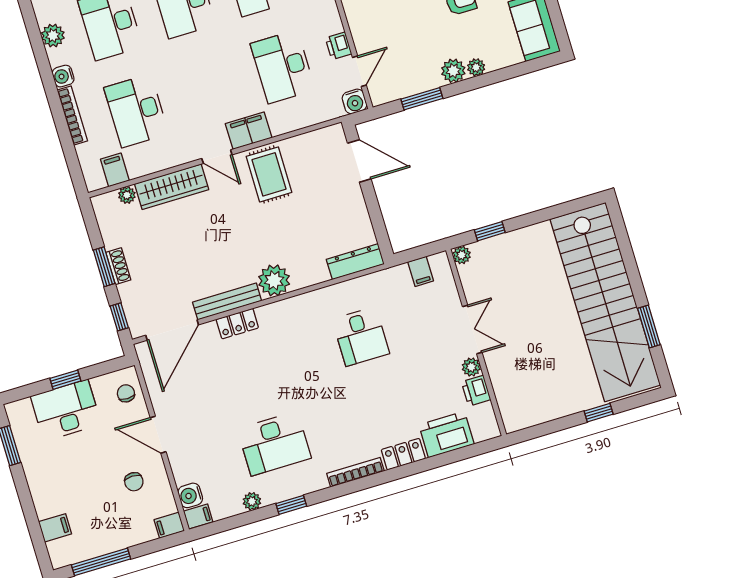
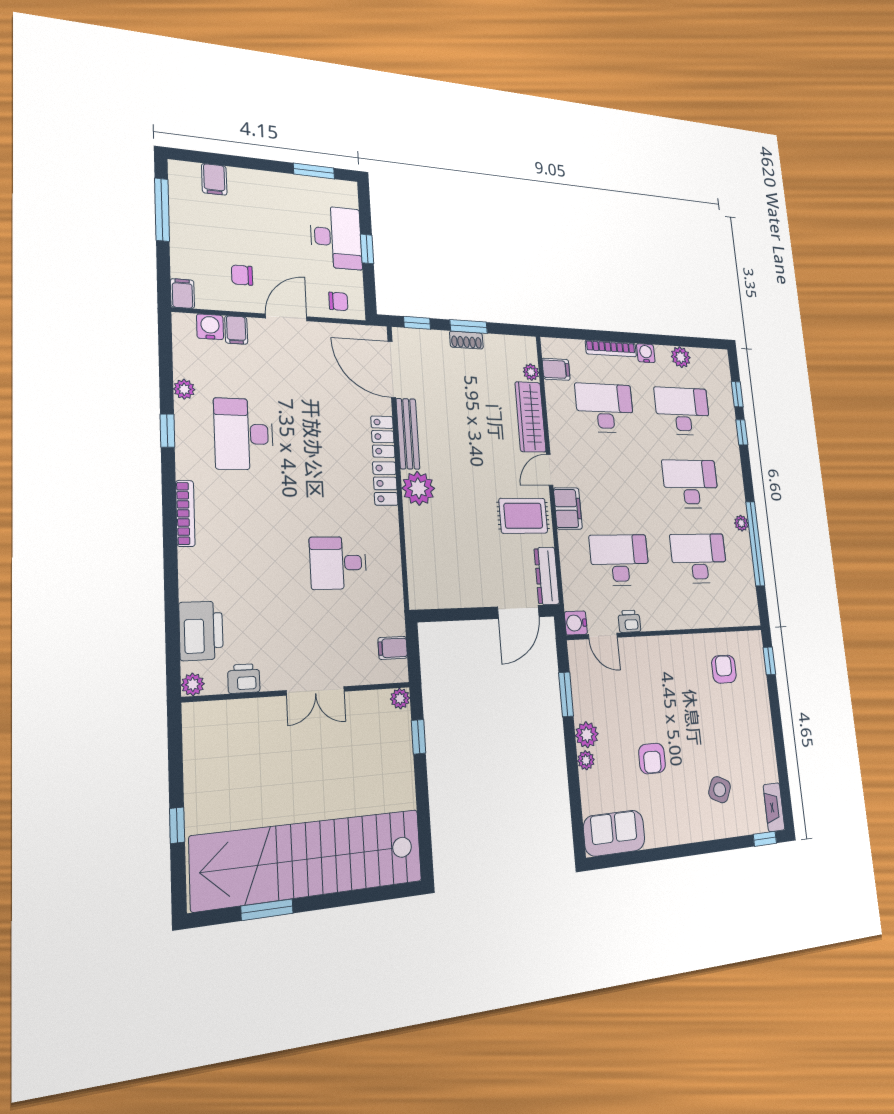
dresser: (355, 262) -> (547, 576), moved, turned 180
plant: (471, 367) -> (193, 684), moved
locker: (403, 454) -> (385, 483), moved, turned 180
filing cabinet: (198, 517) -> (236, 330), moved

